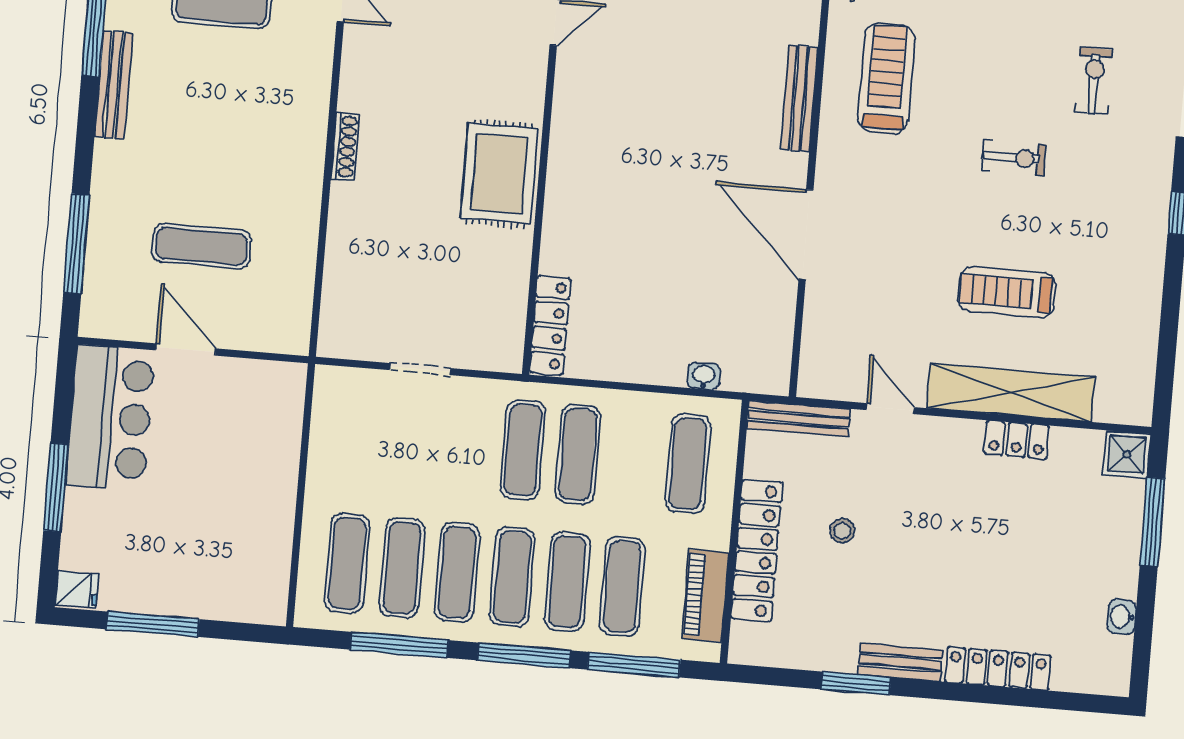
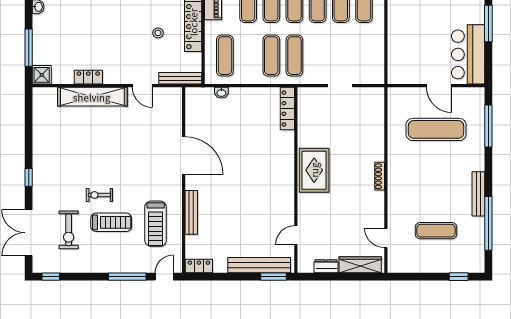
exercise bike: (1094, 81) -> (69, 230), width x1.38, depth x1.39
exercise mat: (201, 246) -> (436, 129), width x1.36, depth x1.45
treadmill: (1007, 292) -> (111, 222), moved

